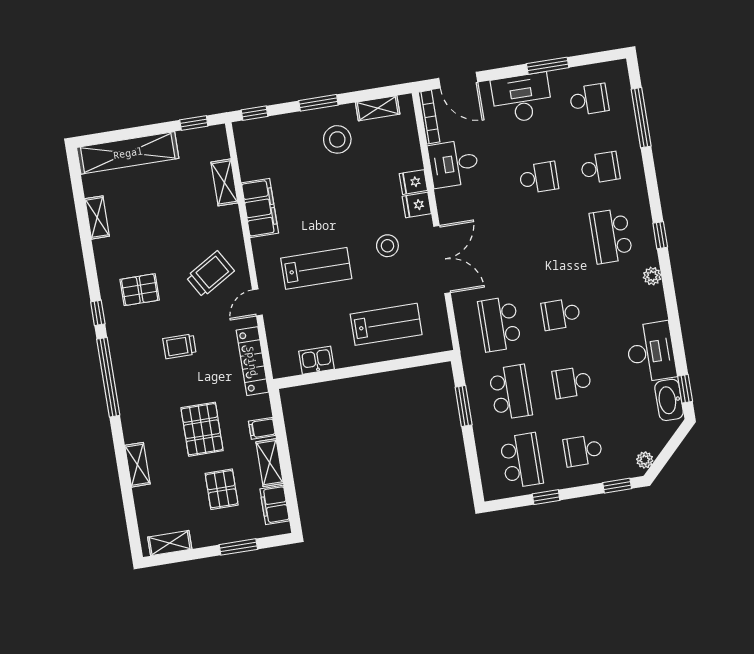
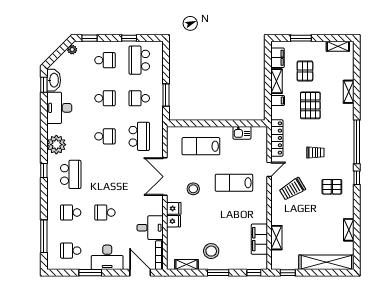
filing cabinet: (260, 208) -> (259, 239), moved
plant: (652, 276) -> (56, 145), width x1.88, depth x1.88
school desk: (511, 392) -> (139, 98), width x0.54

